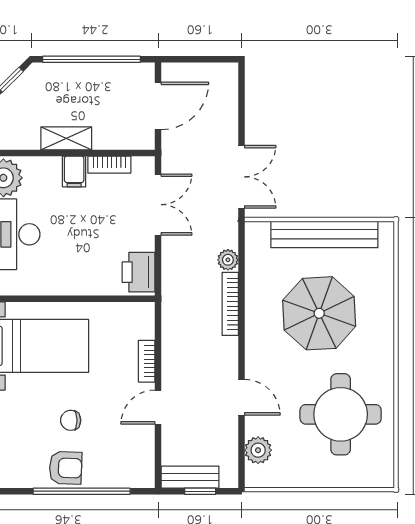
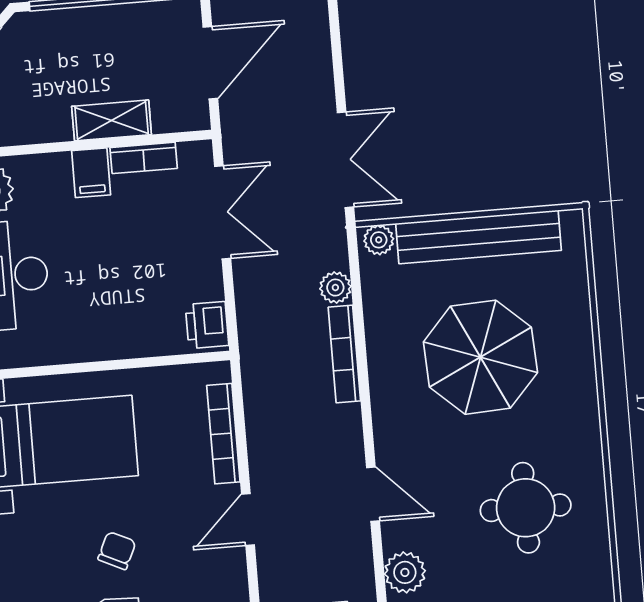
shelving: (66, 138) -> (112, 120), moved
plant: (259, 231) -> (379, 240), added
printer: (139, 272) -> (207, 325), width x0.73, depth x0.81
bookcase: (147, 361) -> (223, 434), width x1.56
round table: (341, 414) -> (526, 508), width x0.73, depth x0.73
chair: (71, 420) -> (117, 551), turned 115

